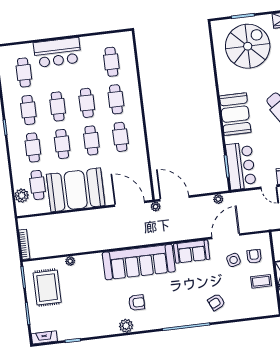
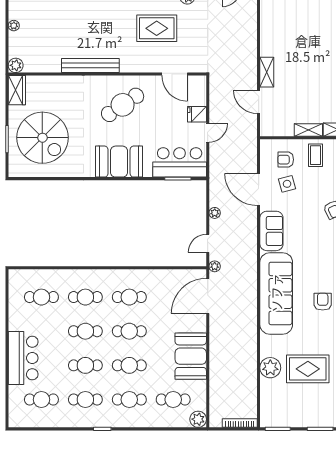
spiral stairs: (248, 46) -> (42, 138), turned 180
booth: (76, 190) -> (191, 356), width x0.73, depth x0.70
plant: (22, 196) -> (198, 419), moved
door: (174, 198) -> (208, 243), width x0.53
plant: (218, 199) -> (215, 213), moved
plant: (70, 261) -> (270, 368), width x1.88, depth x1.88
rug: (47, 288) -> (308, 369), moved

